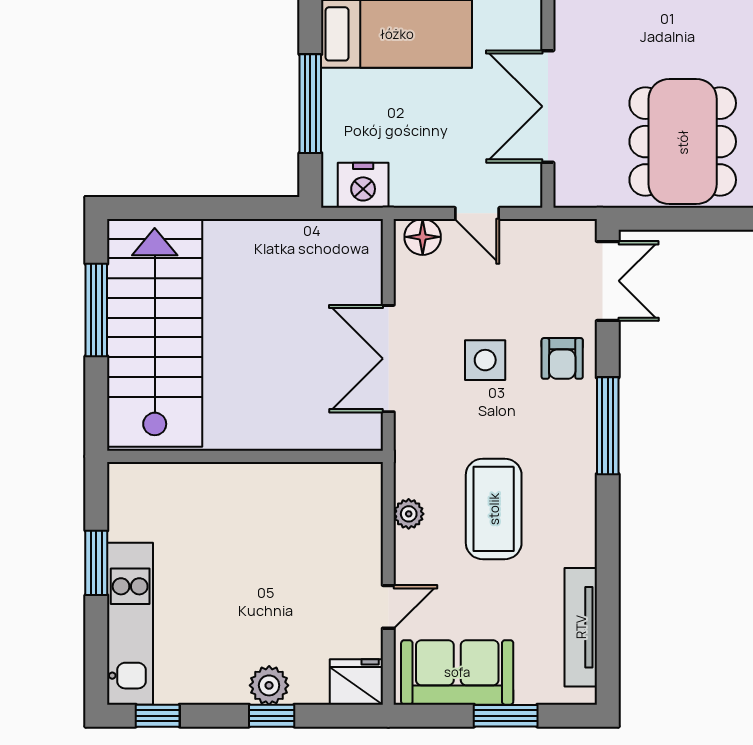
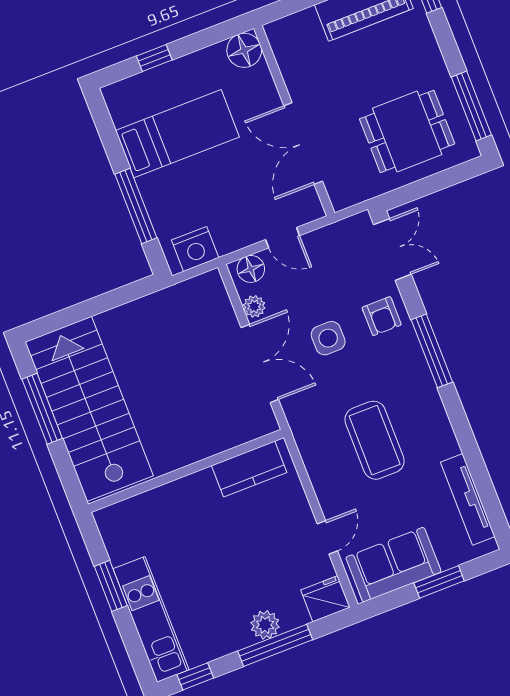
dining table: (683, 142) -> (407, 131), width x0.73
double door: (388, 359) -> (260, 363), swing flipped
kitchen counter: (324, 484) -> (249, 469), added
plant: (409, 514) -> (254, 306), moved
window: (272, 716) -> (275, 645), width x2.17

